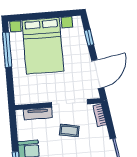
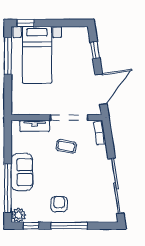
window: (21, 17) -> (26, 23), added
bed with nightstands: (43, 46) -> (37, 55), width x0.73

